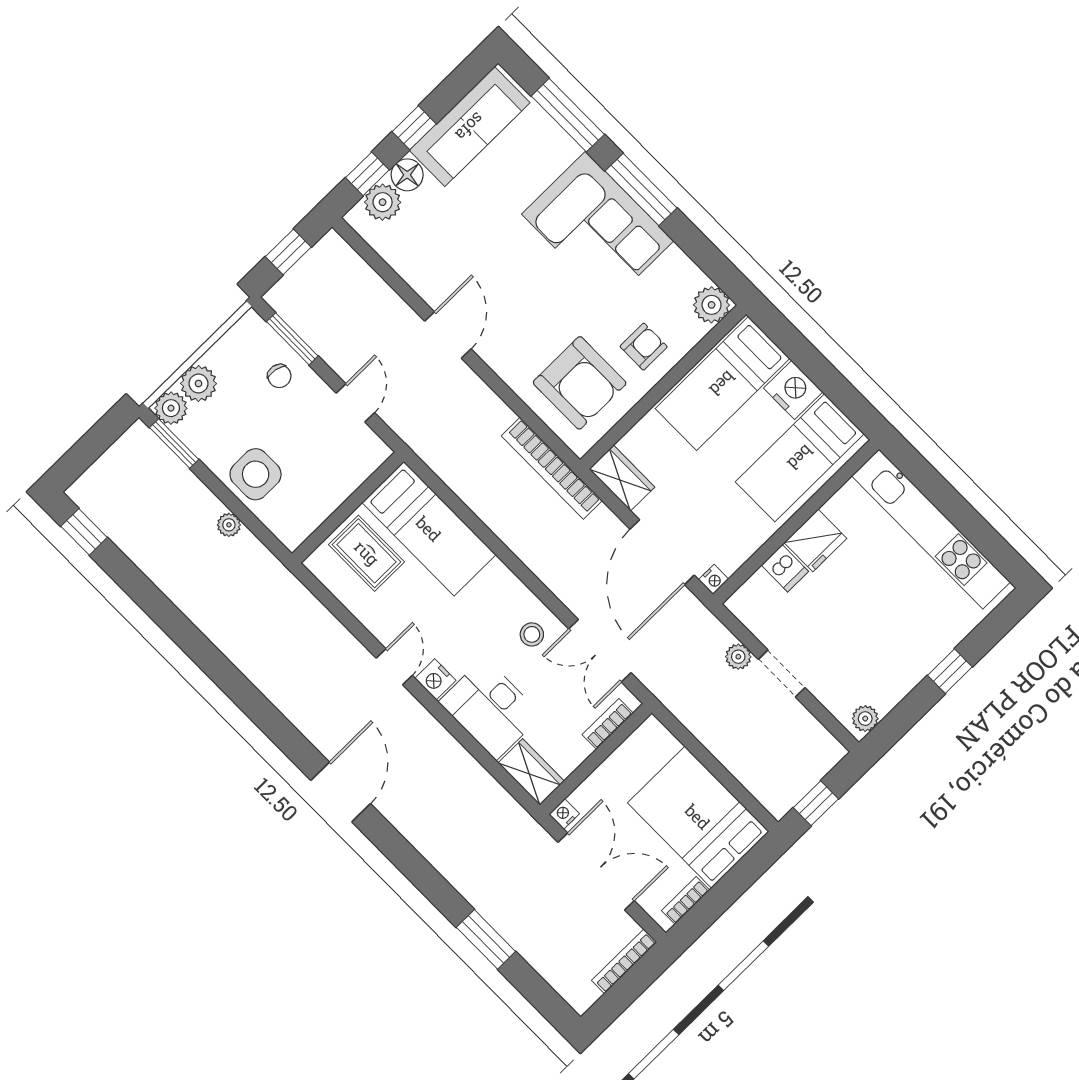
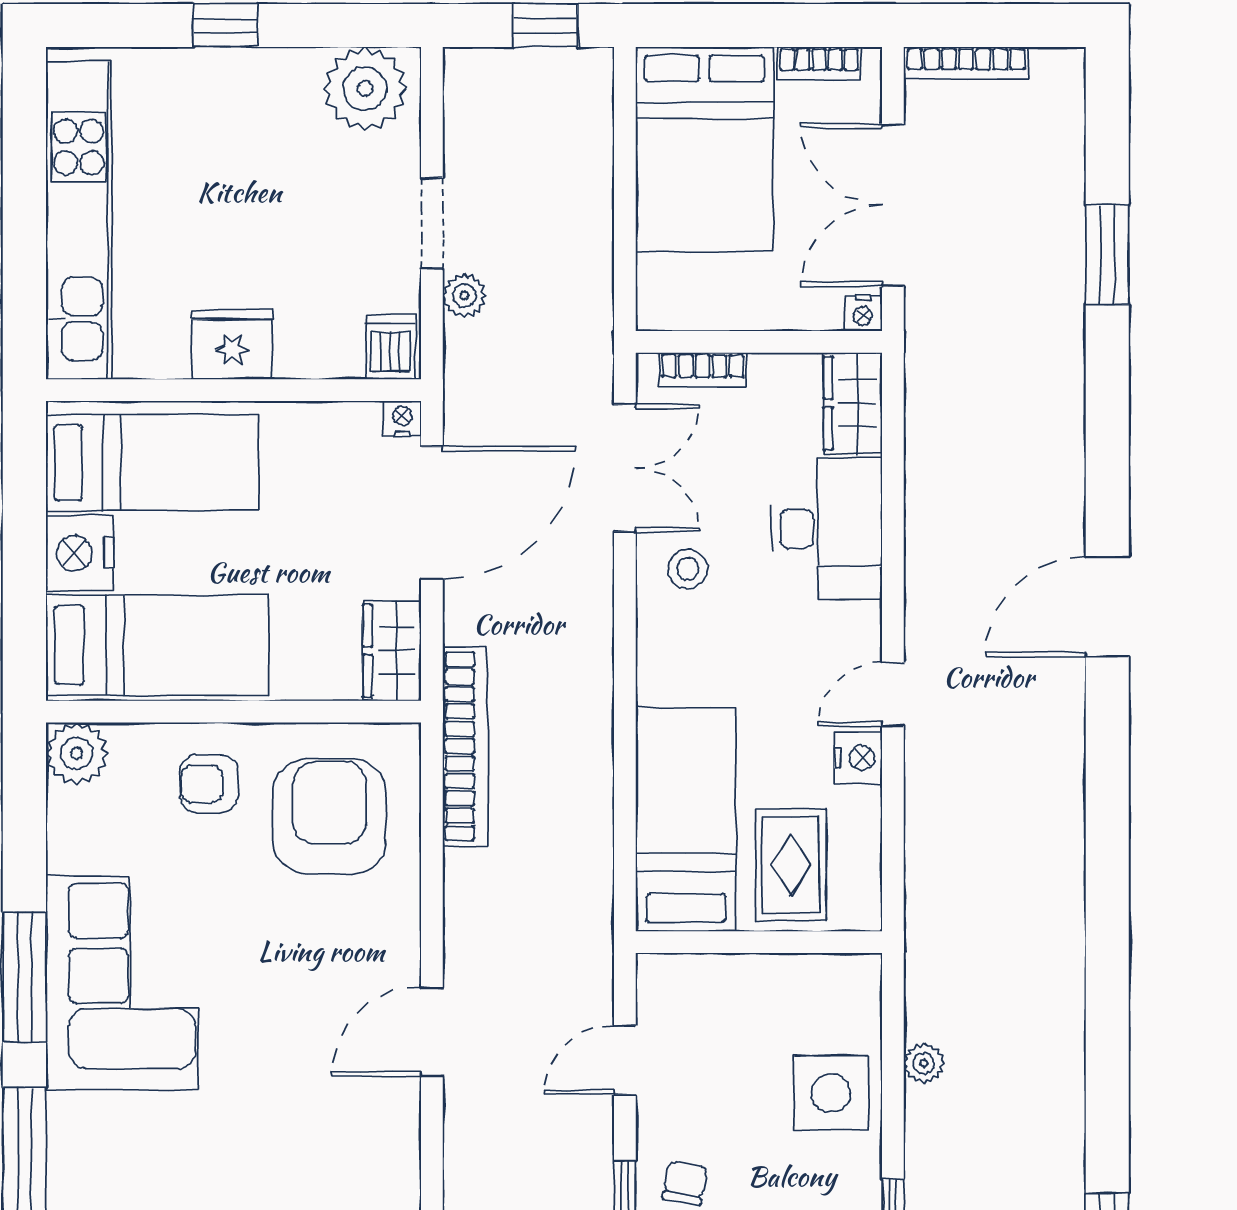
dishwasher: (785, 568) -> (390, 347), moved
nightstand: (435, 679) -> (858, 758), moved
plant: (865, 719) -> (365, 89), width x1.87, depth x1.87

